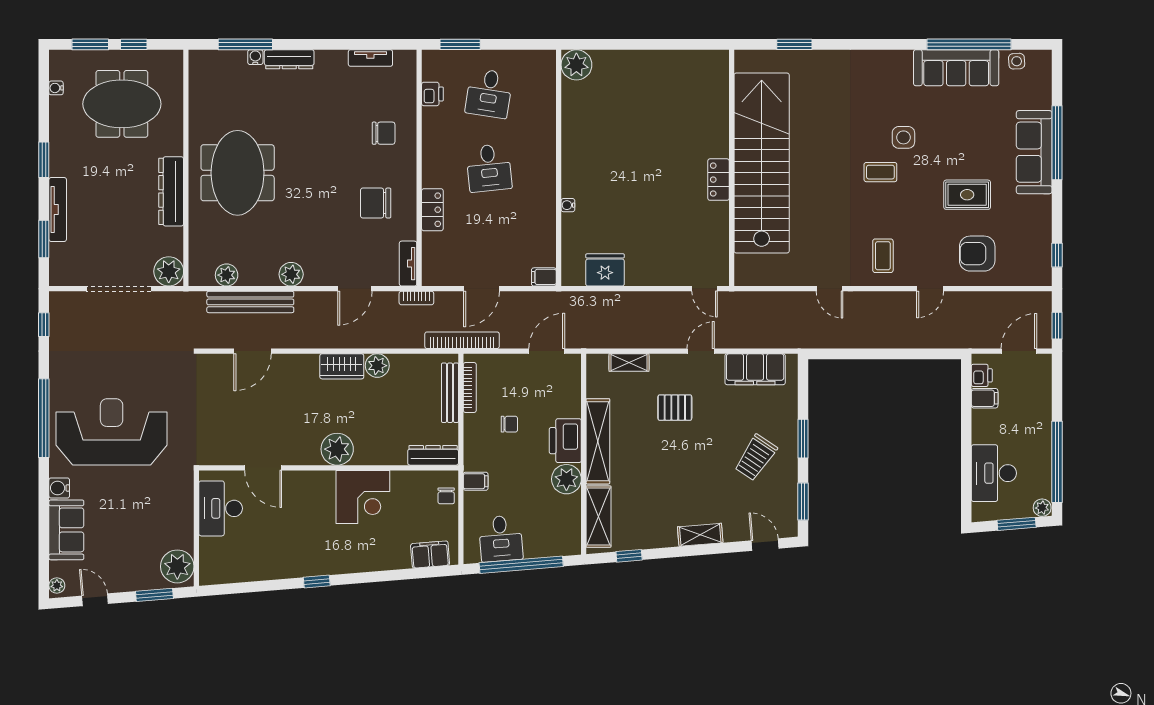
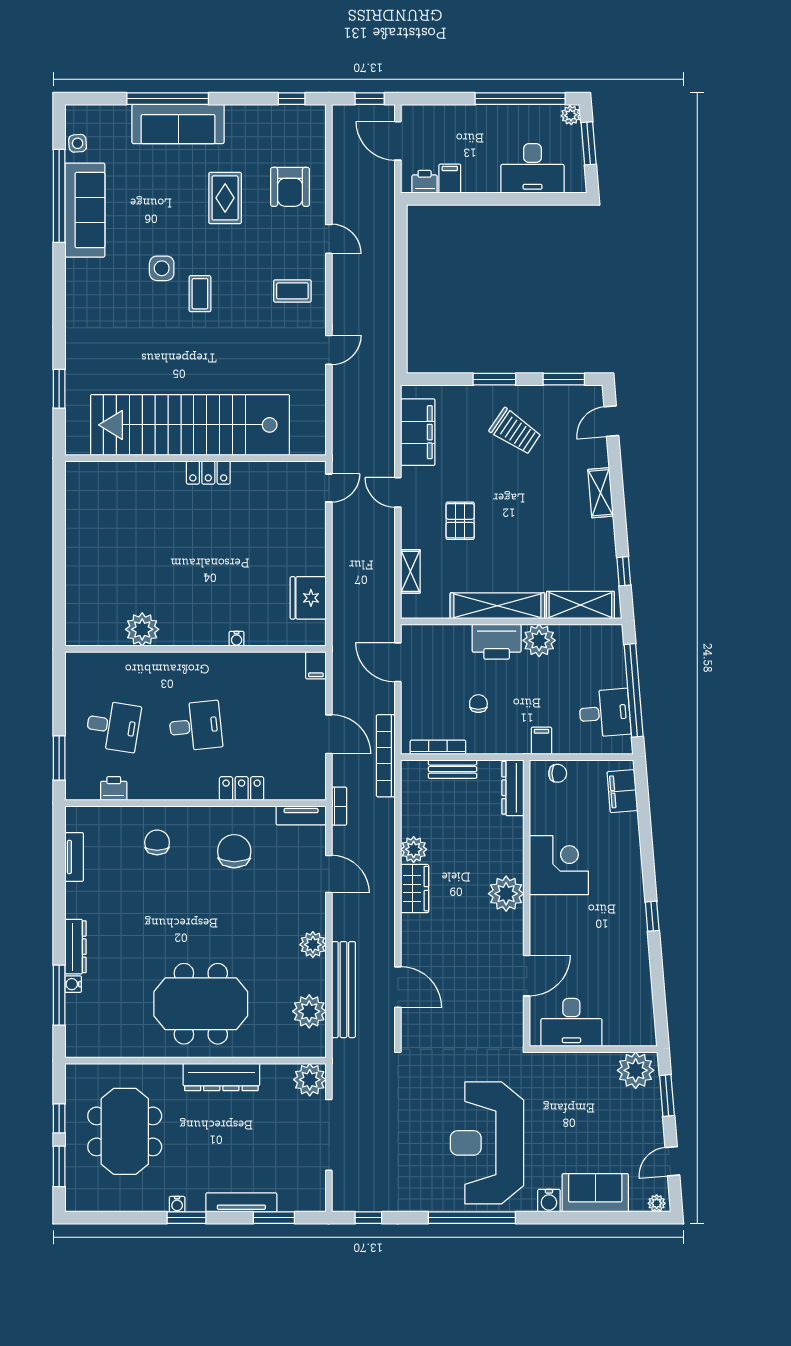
plant: (576, 65) -> (142, 629), moved
water cooler: (56, 88) -> (177, 1204), moved
chair: (376, 203) -> (234, 851), turned 180
plant: (227, 275) -> (309, 1011), width x1.36, depth x1.36
bench: (450, 393) -> (452, 769), width x0.73

